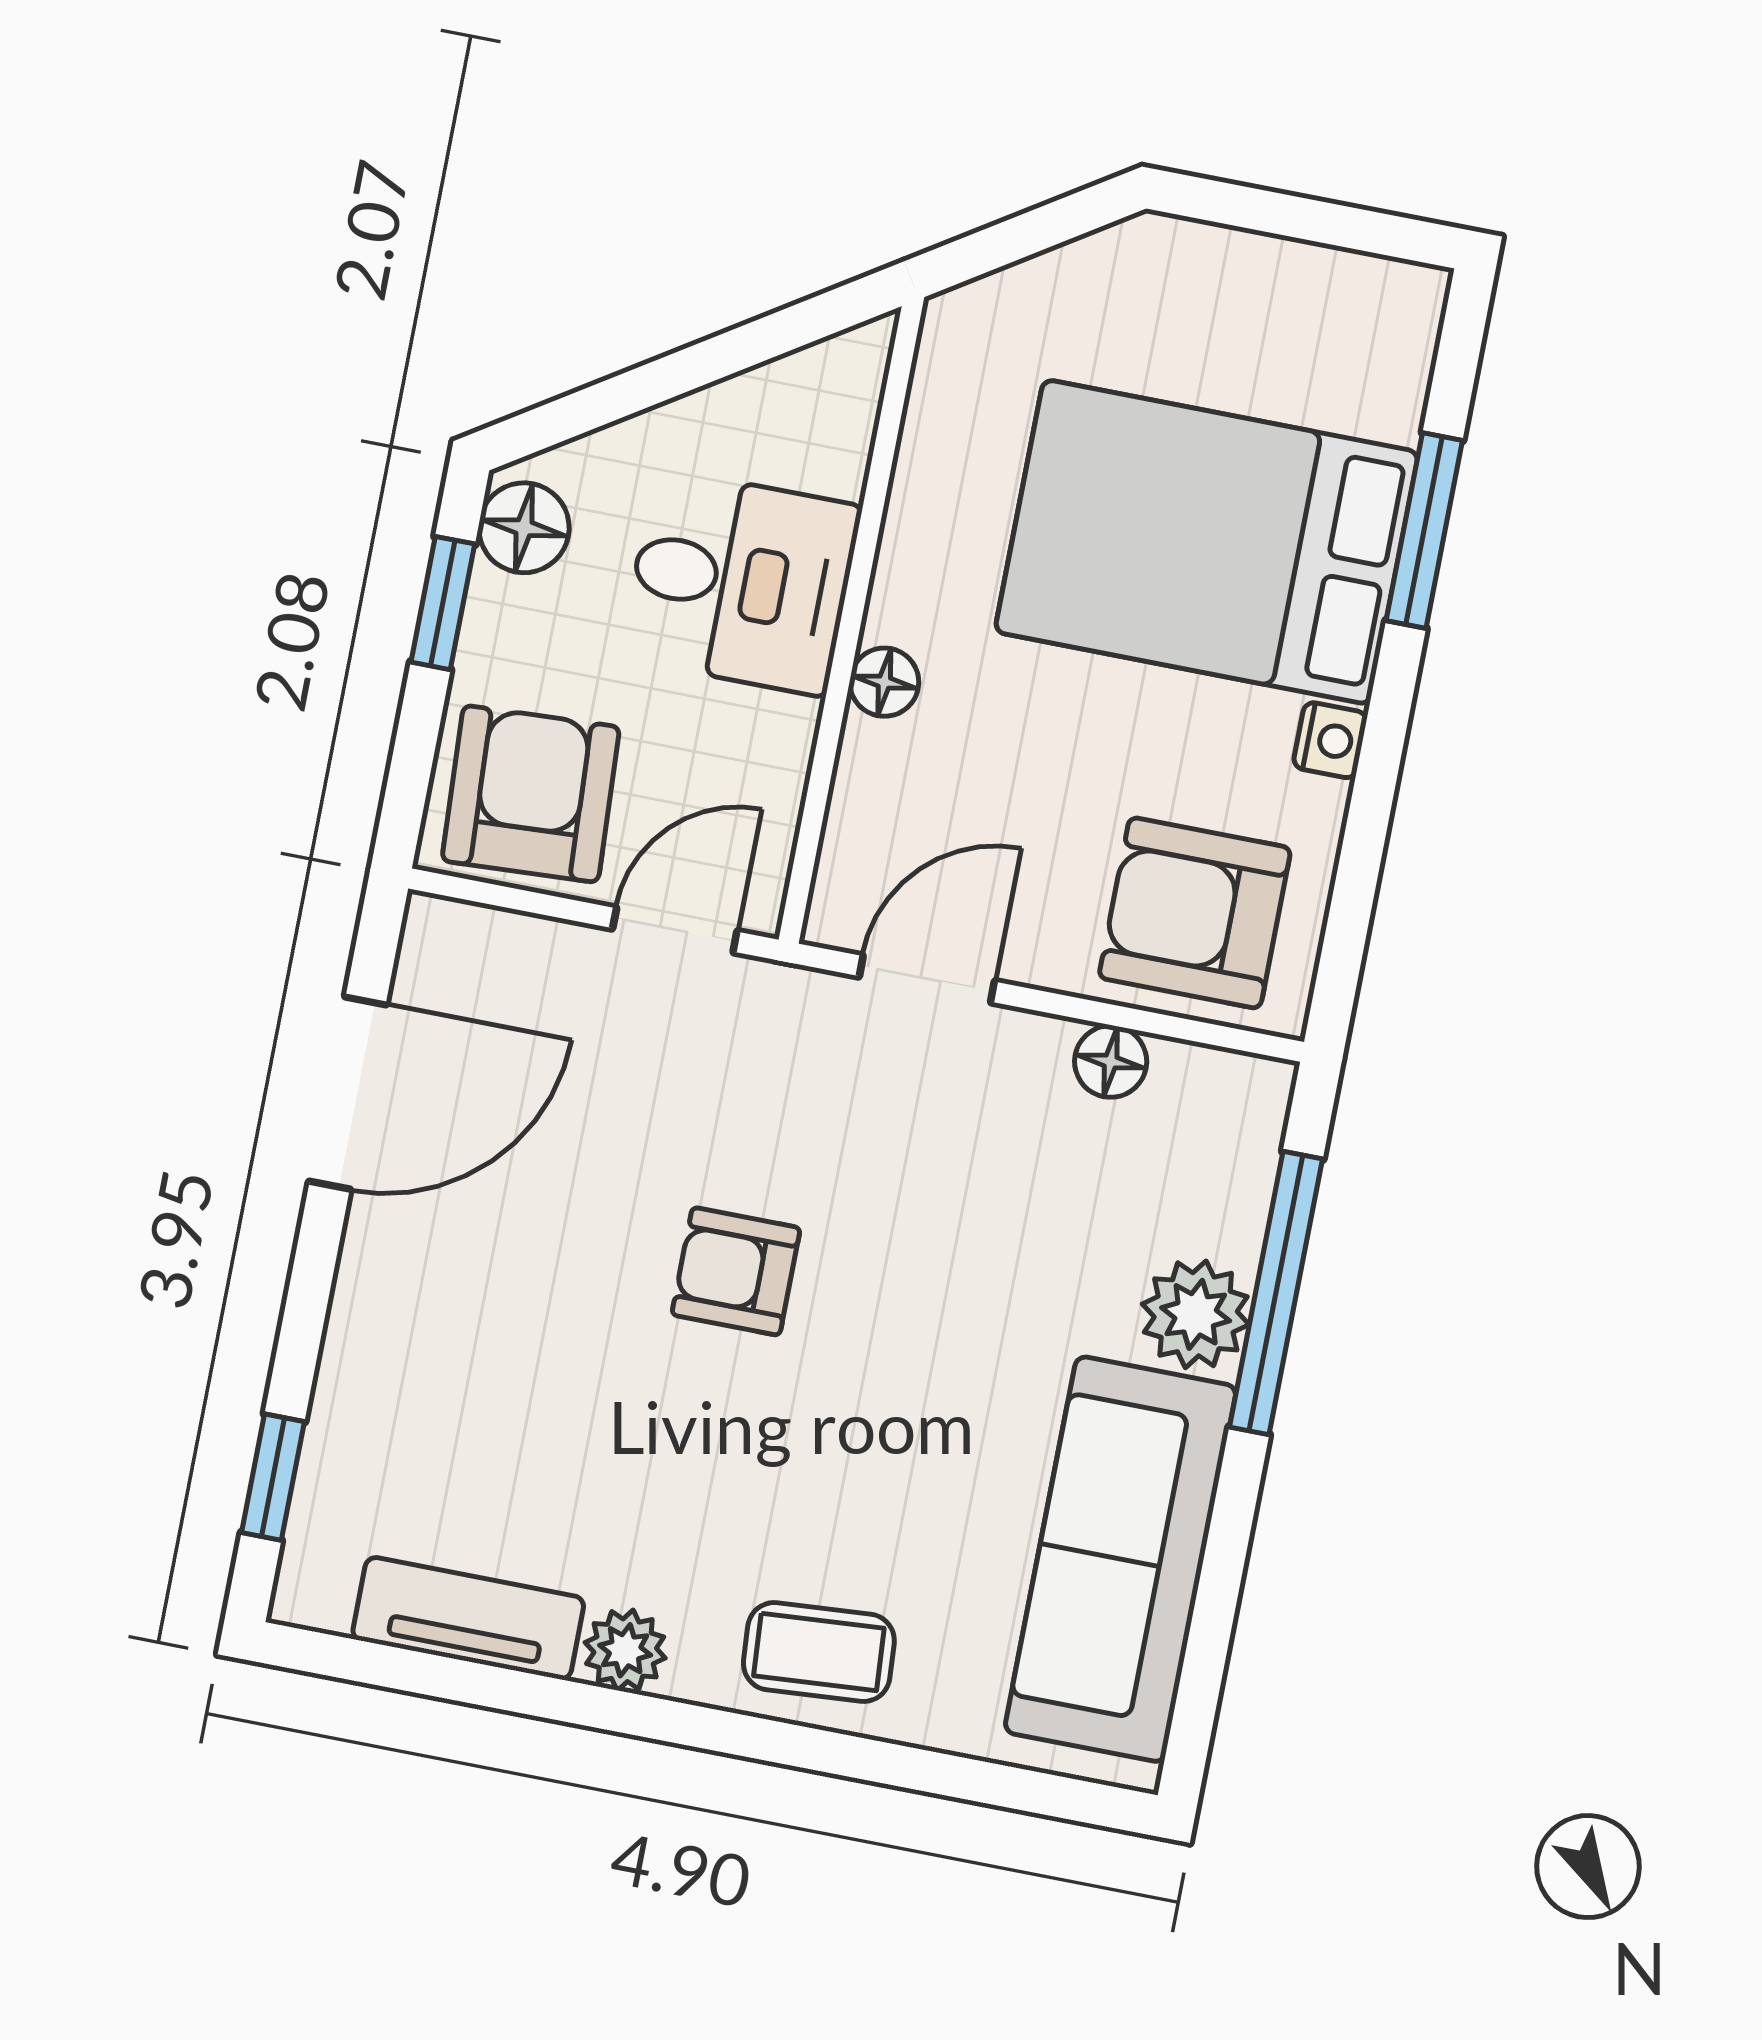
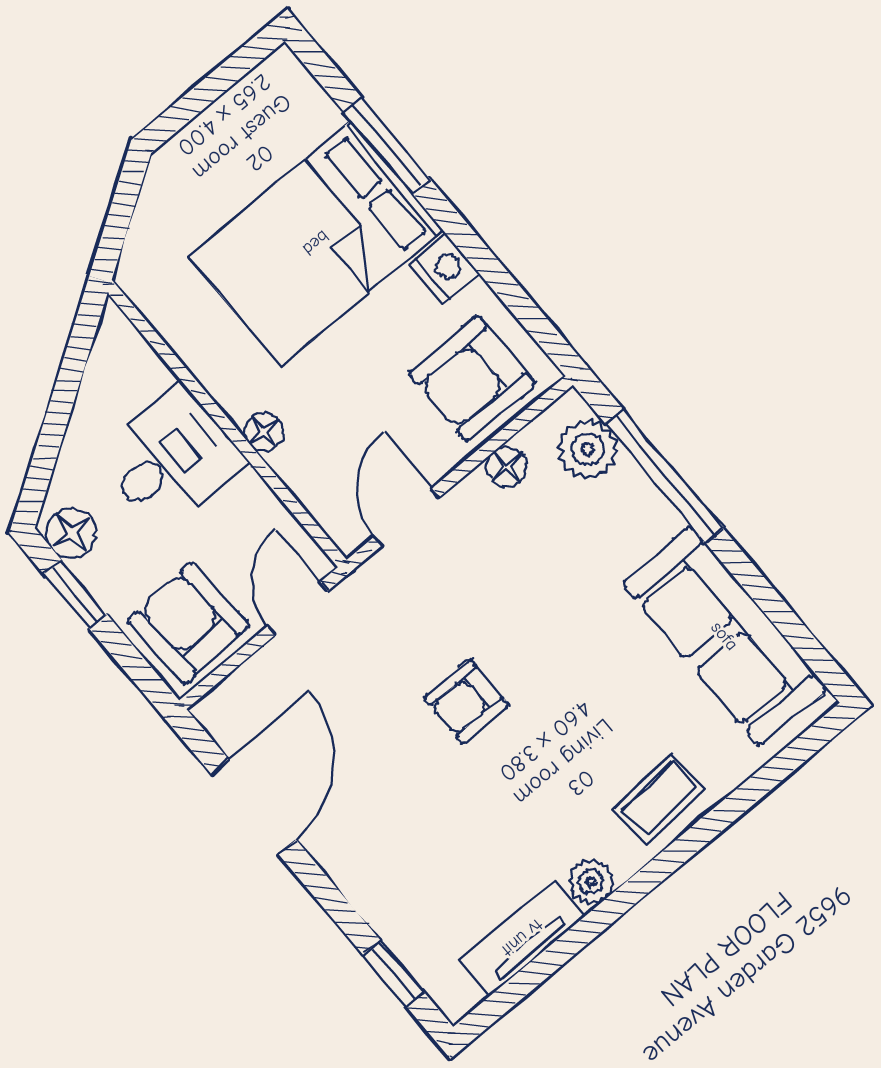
nightstand: (1330, 740) -> (445, 269), width x1.39, depth x1.35
plant: (1196, 1314) -> (588, 449), moved

